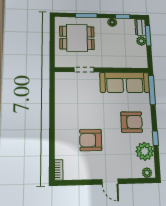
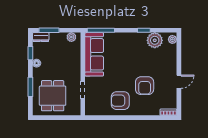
plant: (141, 41) -> (71, 37), moved
armchair: (132, 122) -> (120, 101), moved, turned -90
door: (110, 182) -> (179, 82), moved

